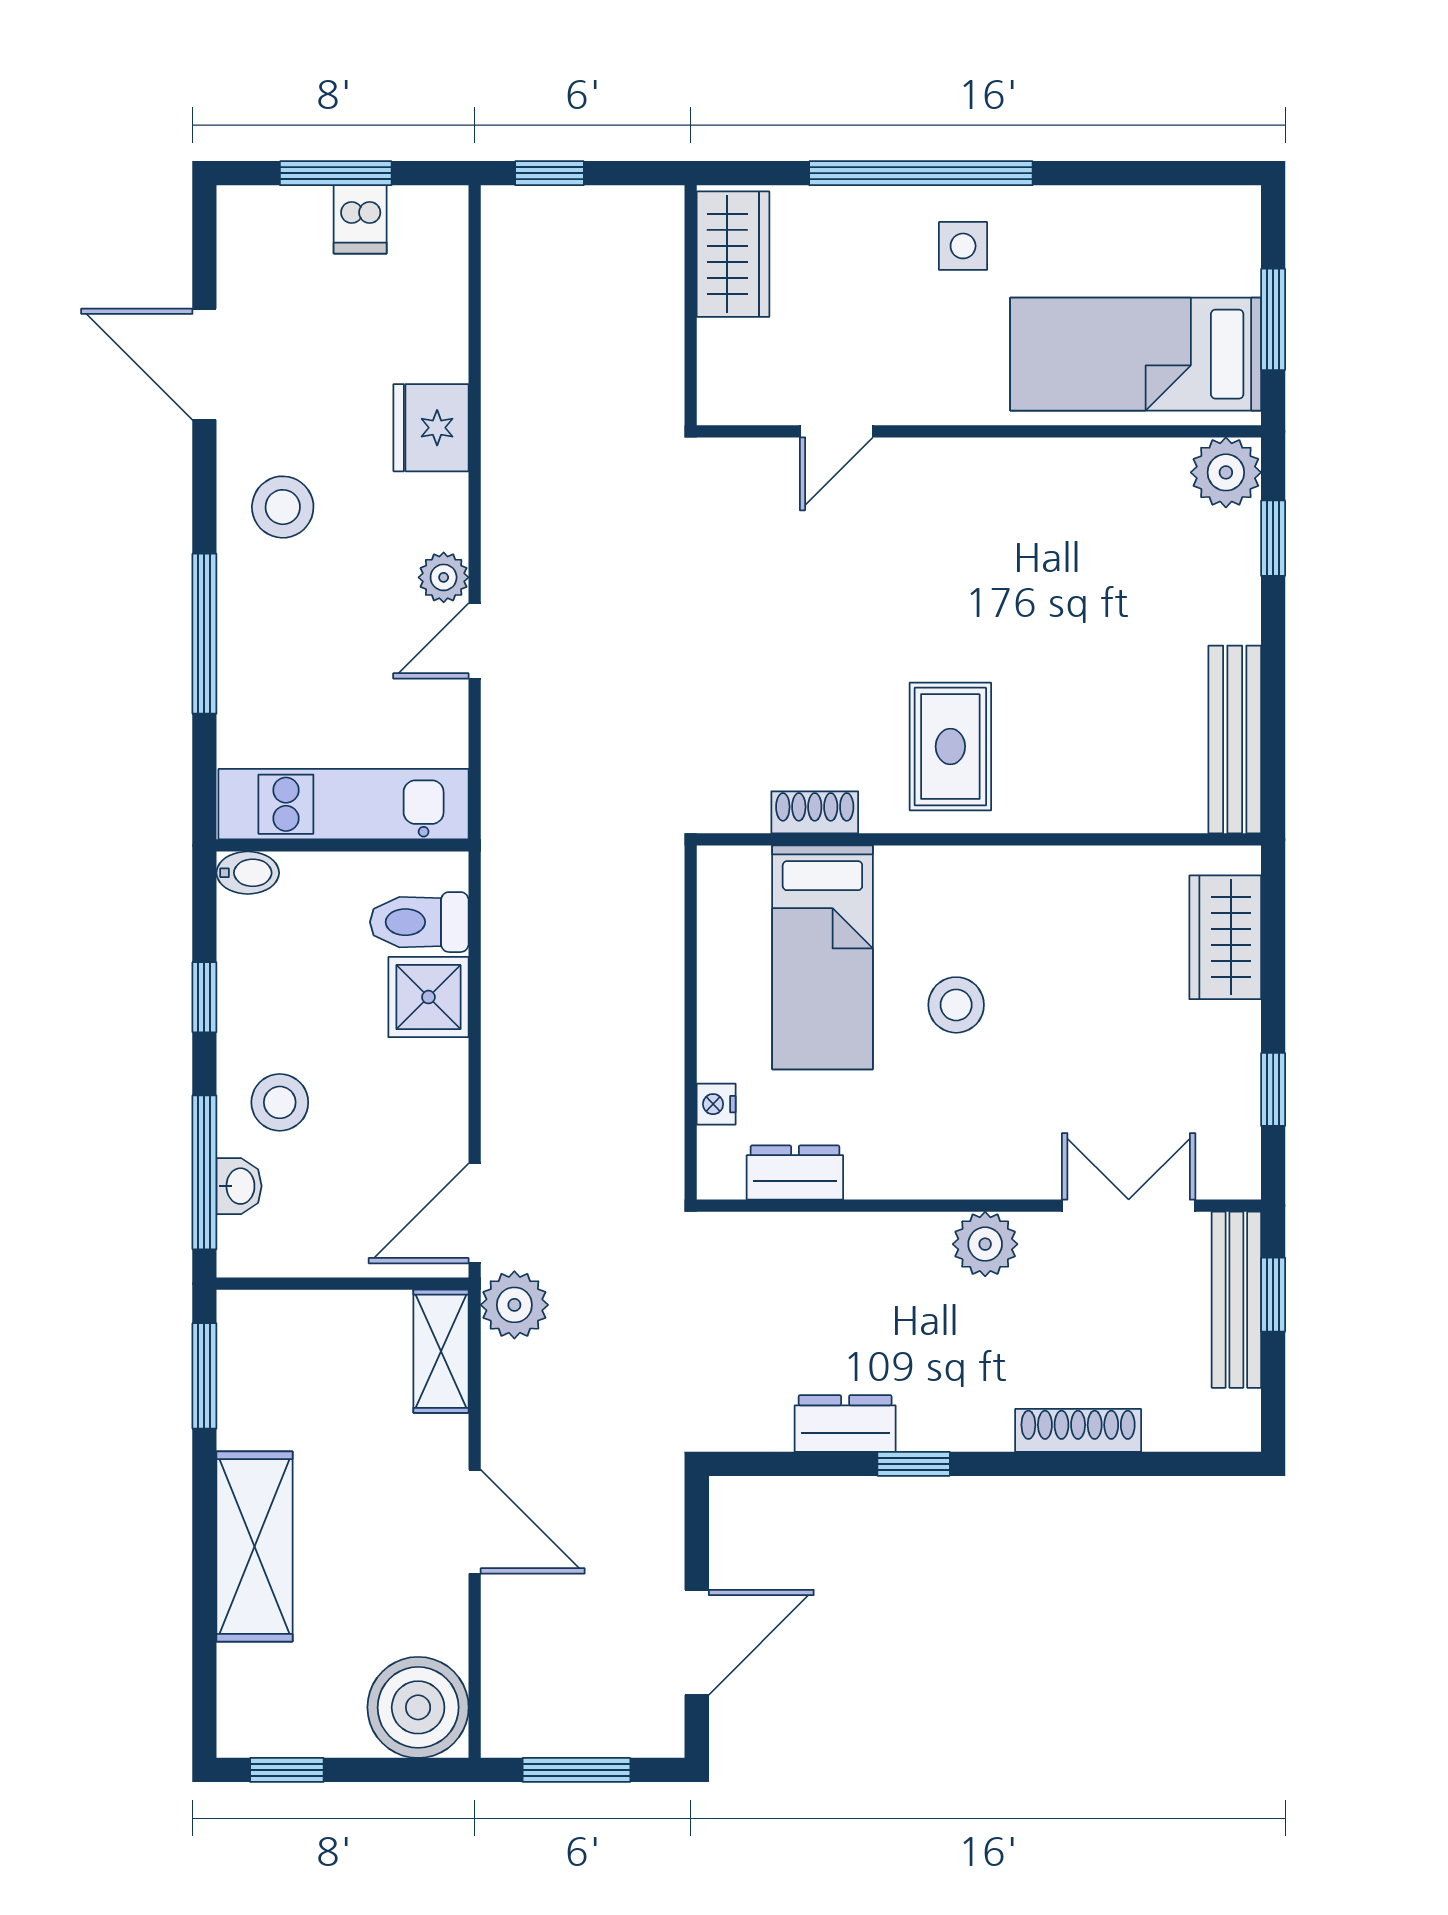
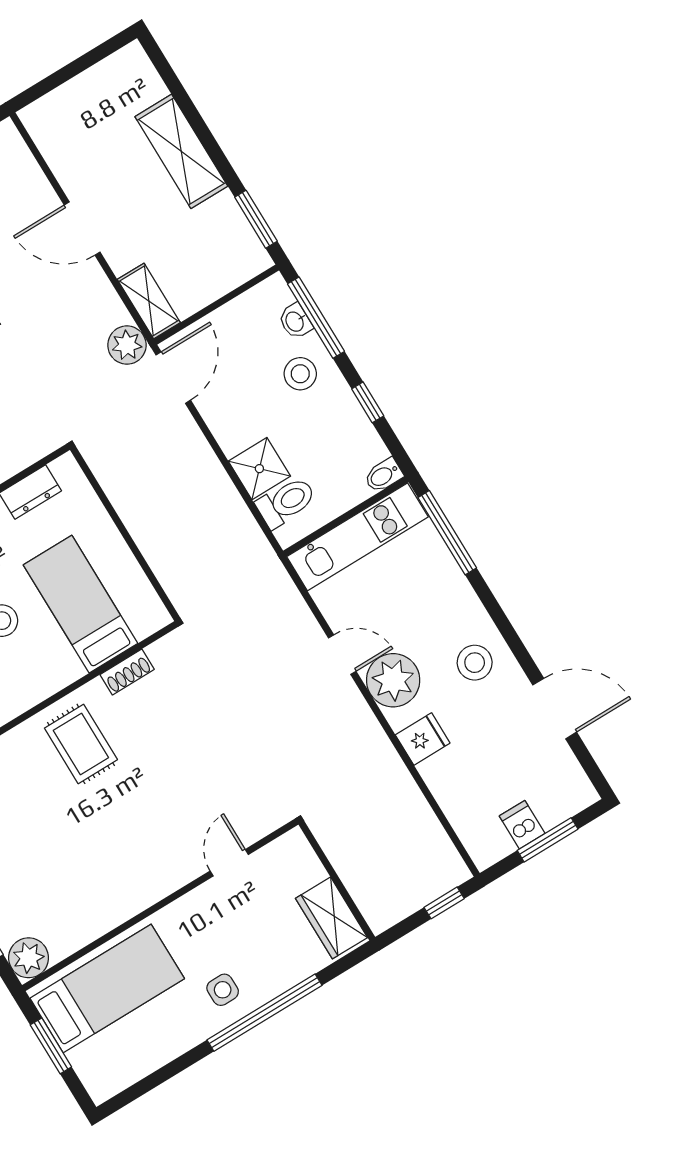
fridge: (431, 428) -> (423, 739), width x0.72
plant: (444, 577) -> (393, 680), width x1.88, depth x1.88
window: (204, 634) -> (447, 533), moved
door: (475, 641) -> (342, 655), hinge flipped
nightstand: (716, 1104) -> (89, 502), removed
boiler: (418, 1707) -> (55, 122), removed
window: (287, 1770) -> (100, 53), removed

